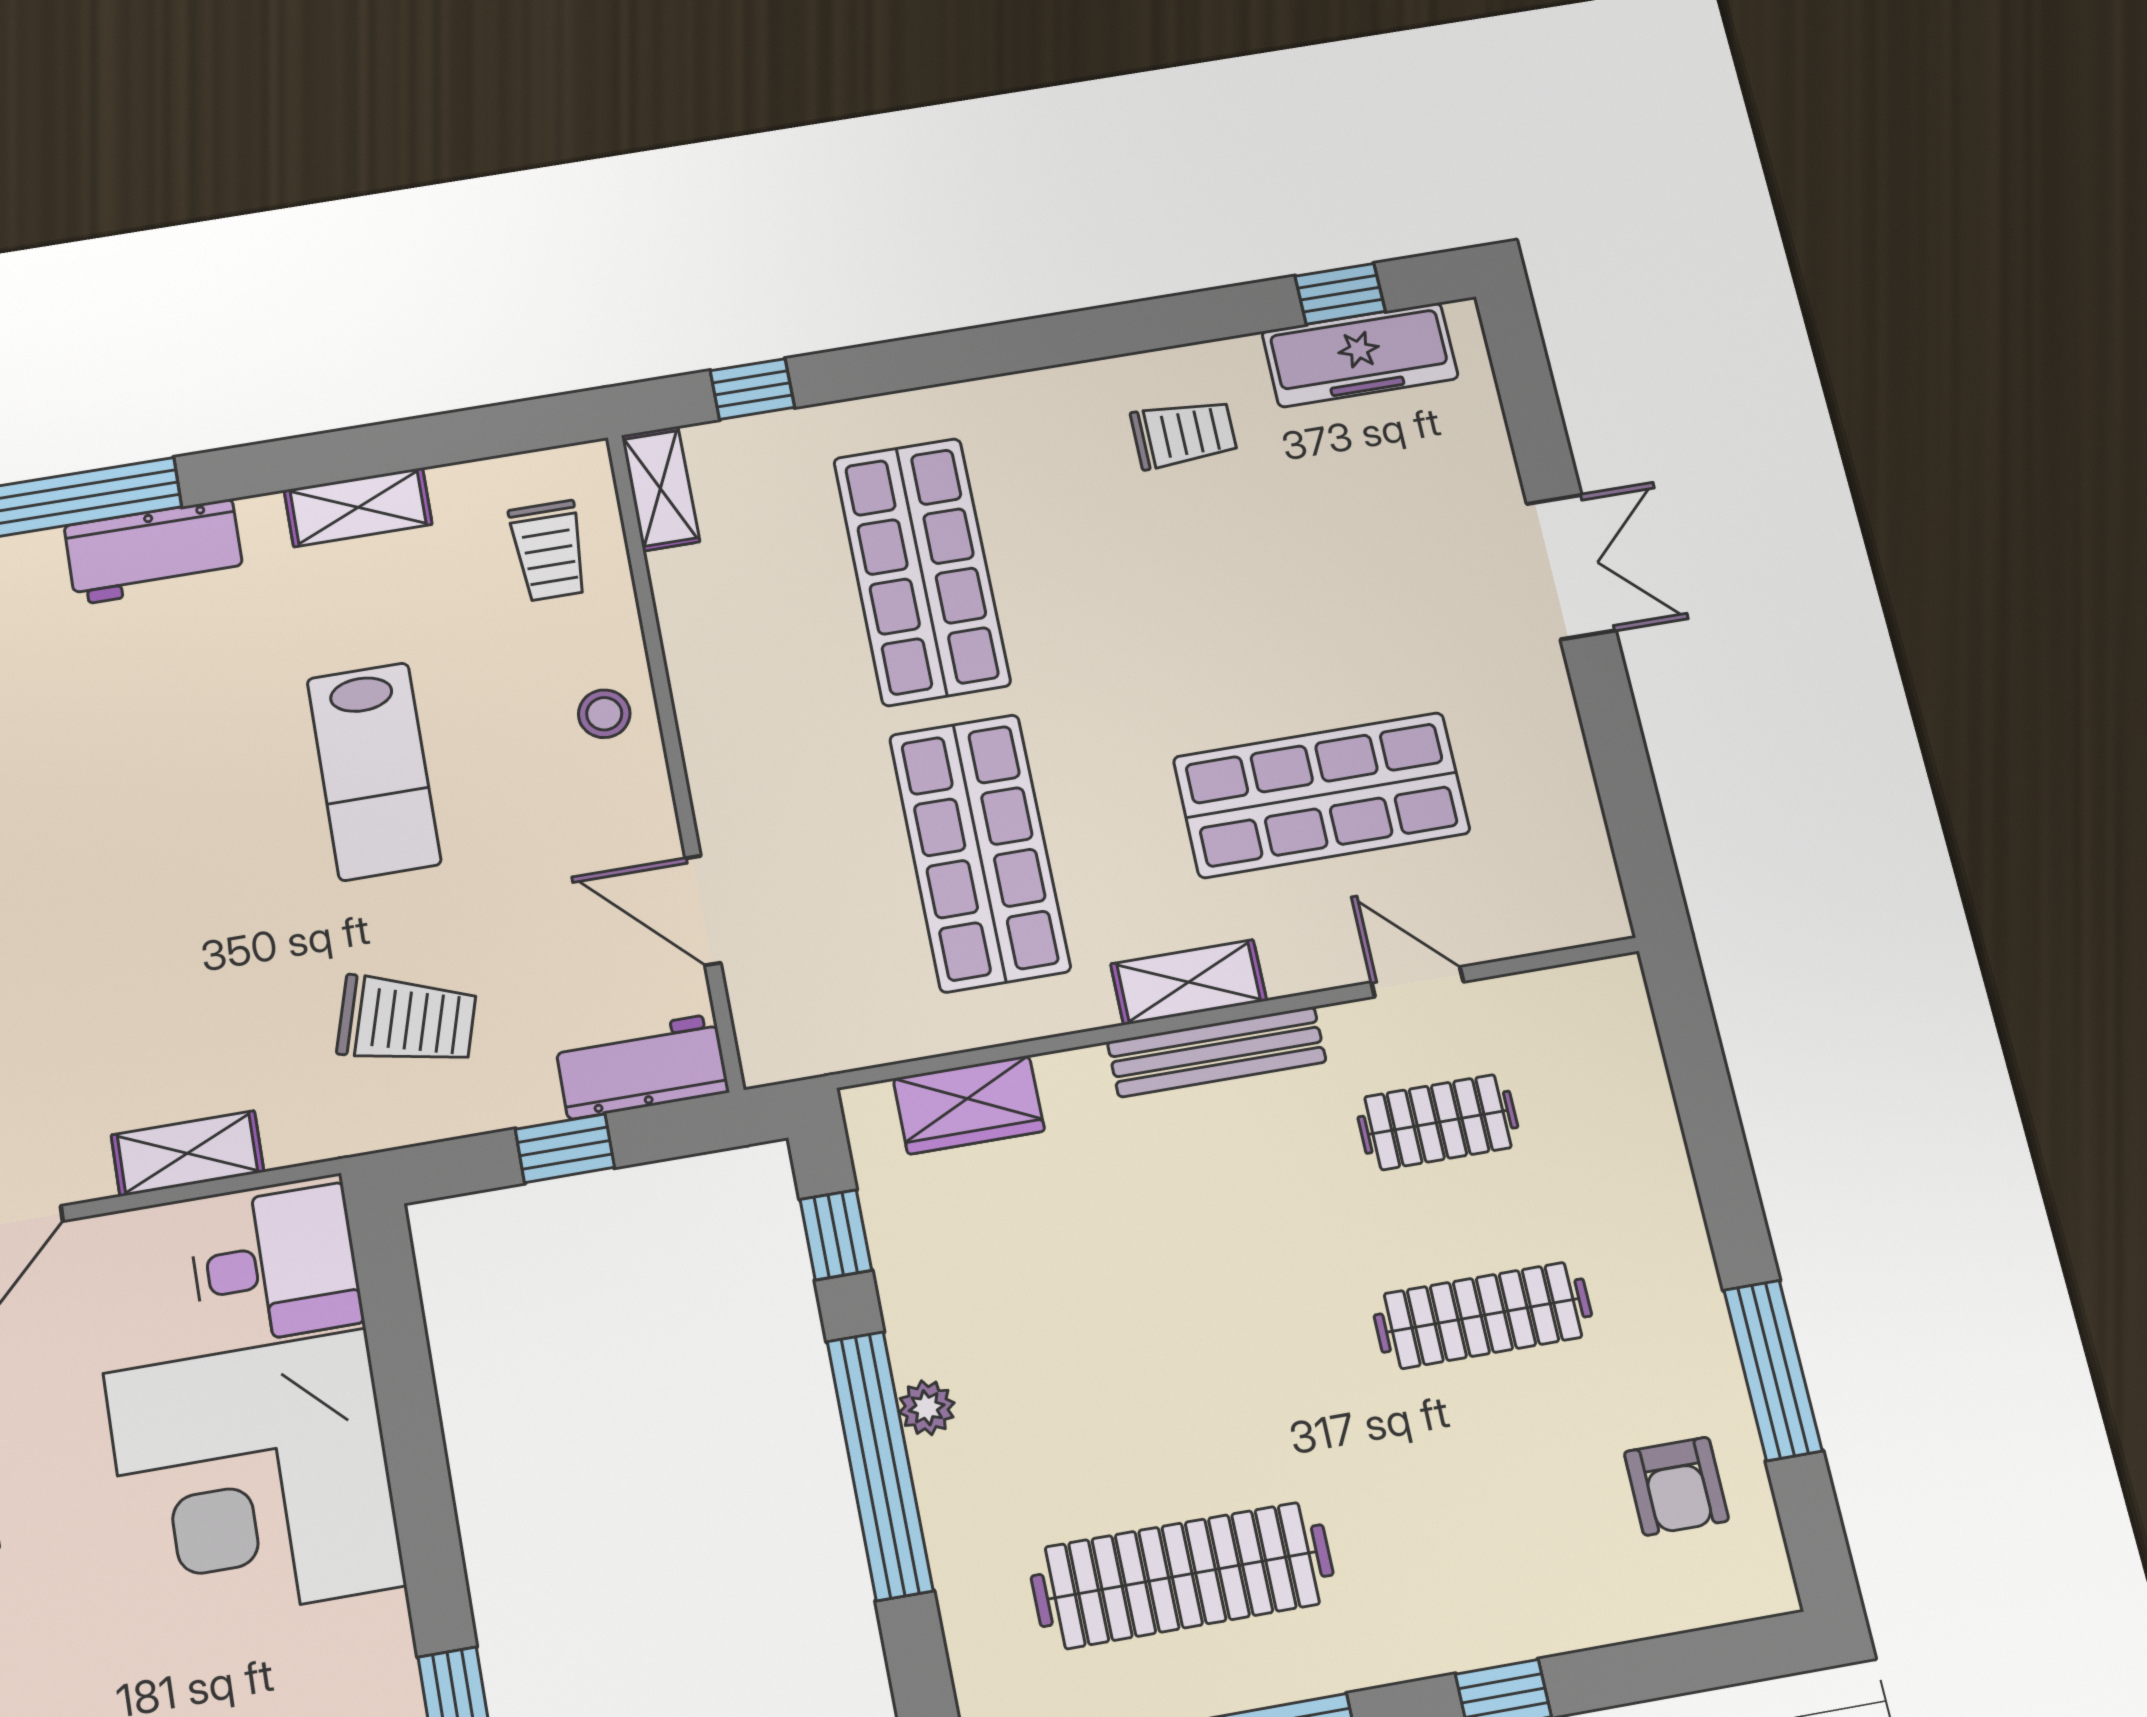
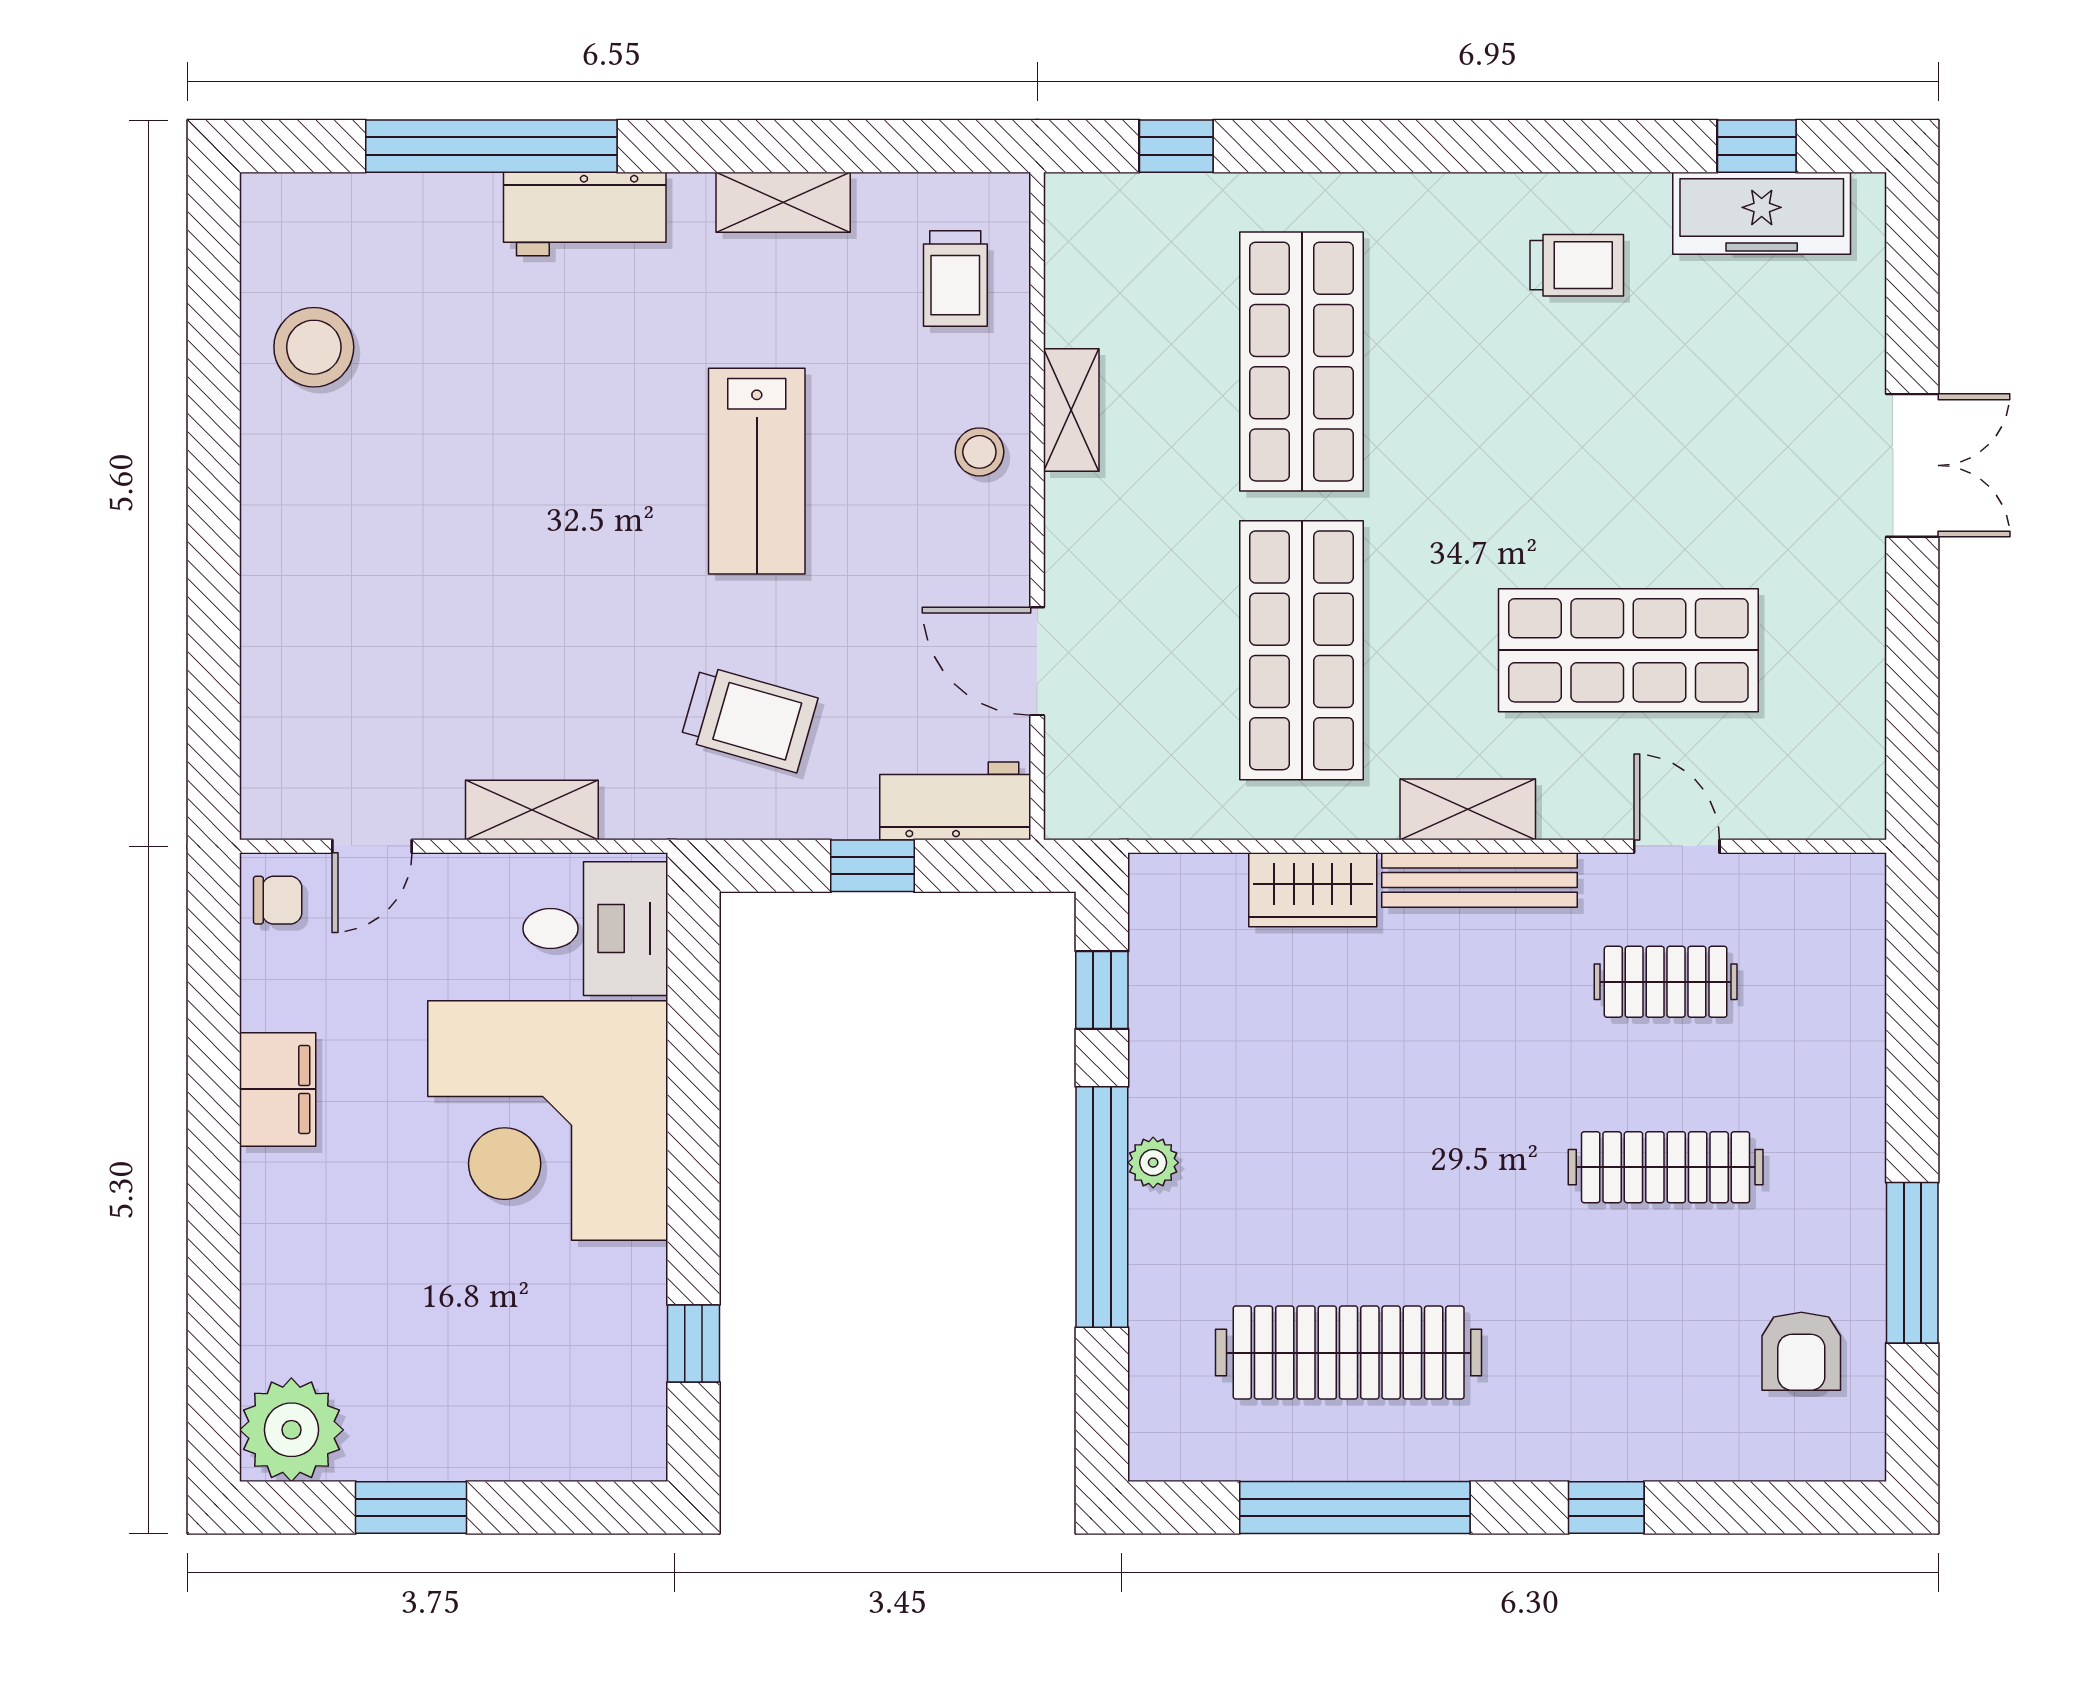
shelving: (660, 488) -> (1071, 410), moved
wardrobe: (969, 1105) -> (1313, 890), moved

